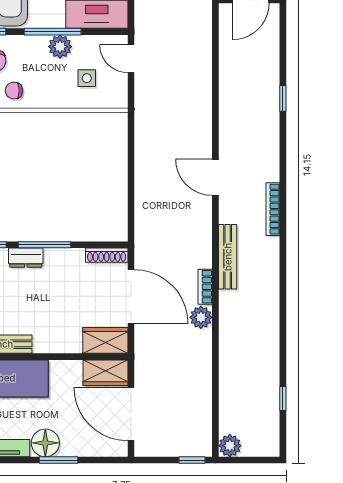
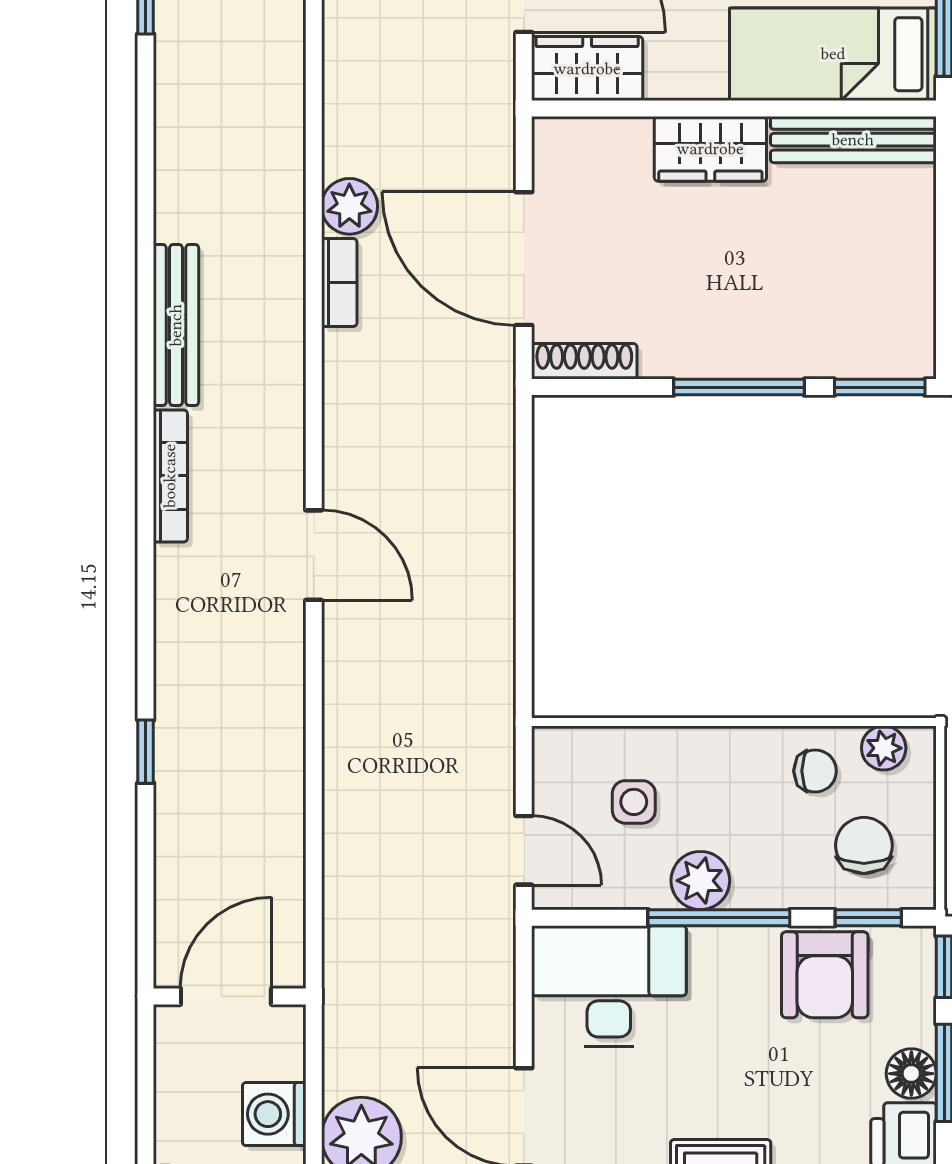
bench: (228, 257) -> (176, 325), moved
dresser: (26, 258) -> (786, 355), removed
wardrobe: (105, 340) -> (710, 149), moved

